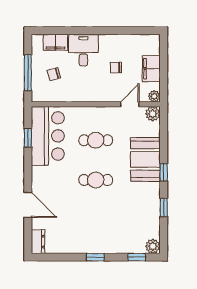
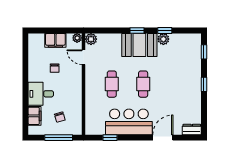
bar counter: (48, 136) -> (129, 122), moved
booth: (145, 159) -> (139, 45), moved
plant: (153, 246) -> (163, 39), moved

